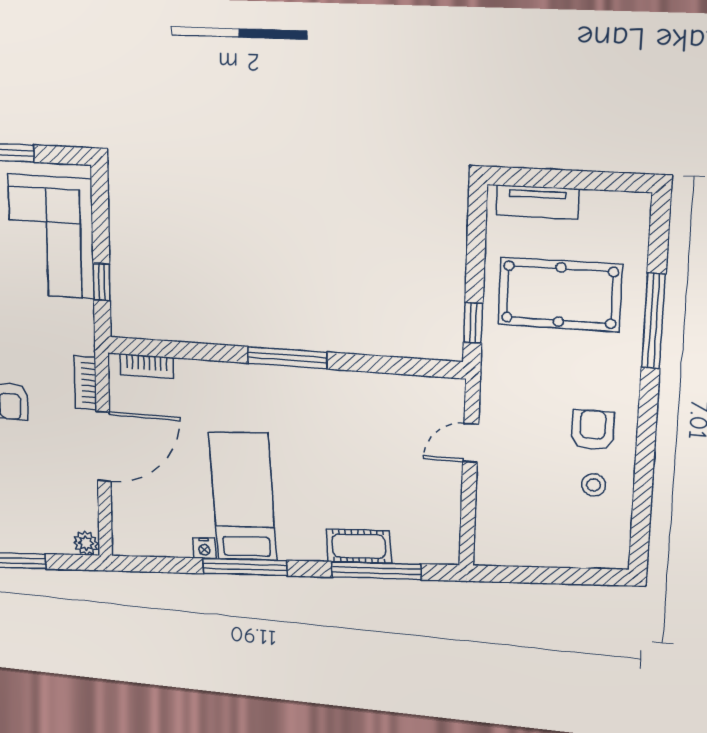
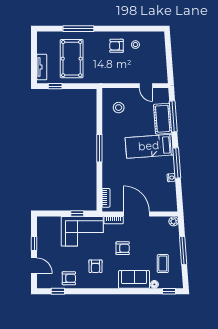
corner sofa: (51, 237) -> (82, 231), moved
window: (473, 323) -> (55, 86), moved
stool: (406, 421) -> (119, 108), added
door: (471, 443) -> (146, 86), moved
bed: (243, 497) -> (149, 146), moved
cot: (359, 546) -> (163, 119), width x1.37, depth x1.34

